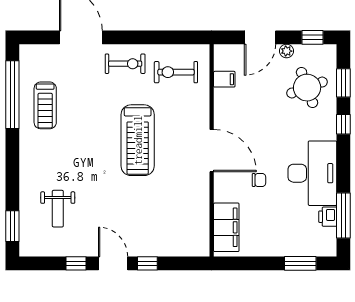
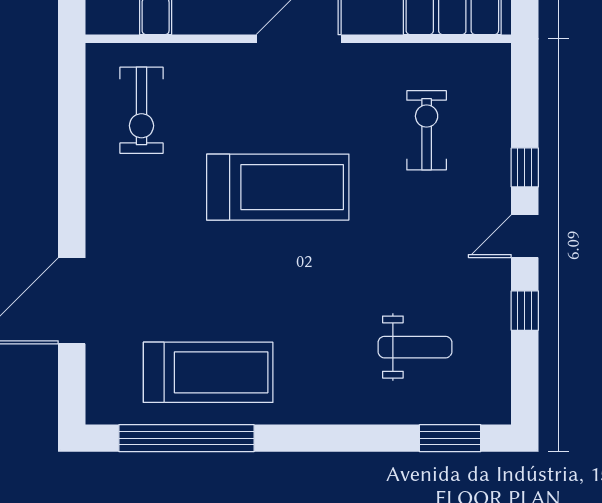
exercise bike: (125, 64) -> (427, 130), moved
treadmill: (45, 105) -> (208, 372), width x1.37, depth x1.38
door: (113, 263) -> (525, 236), width x0.73

